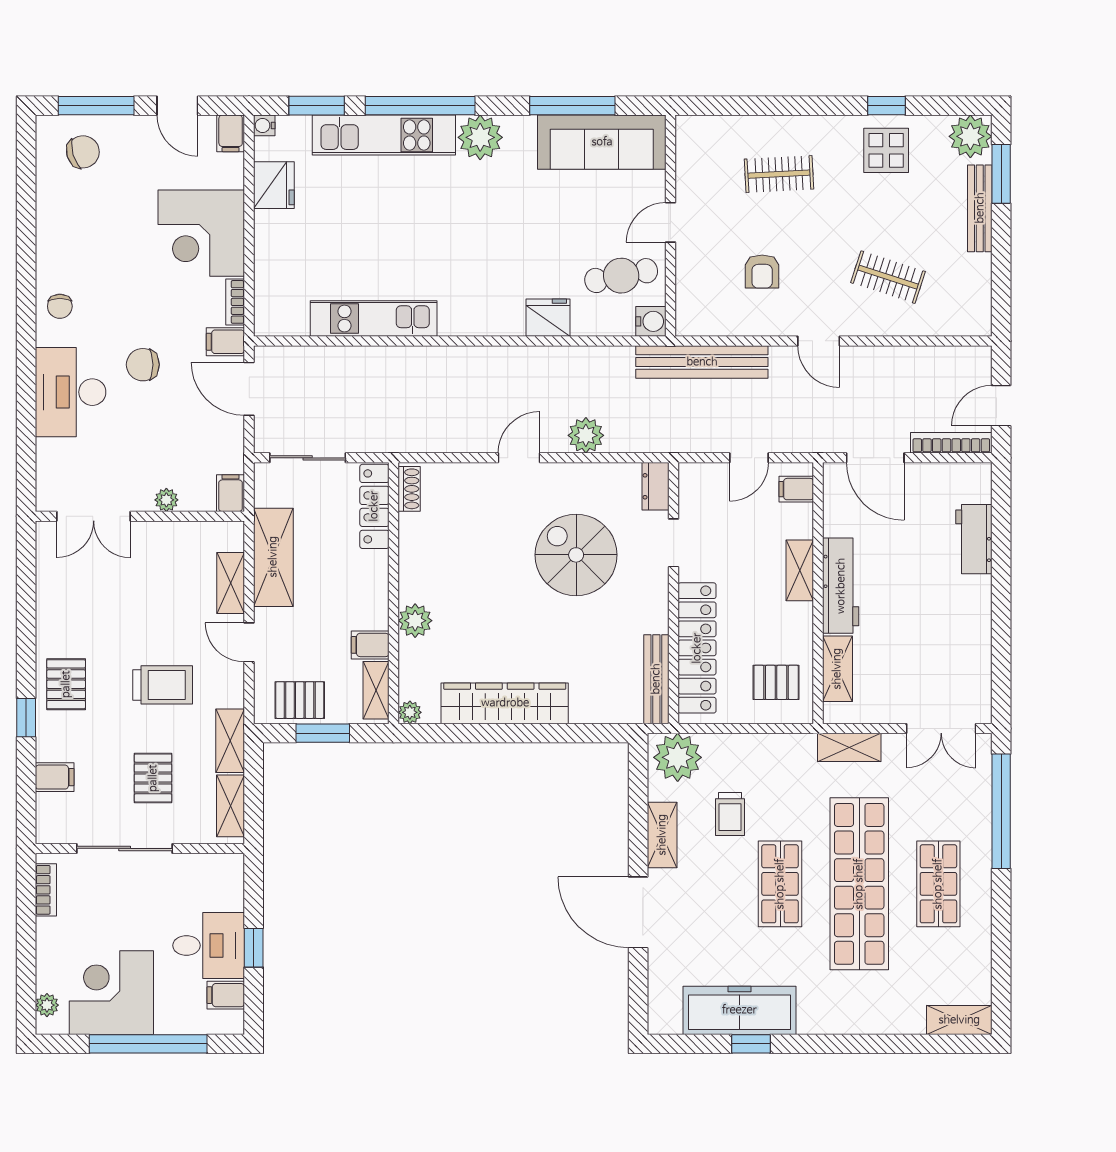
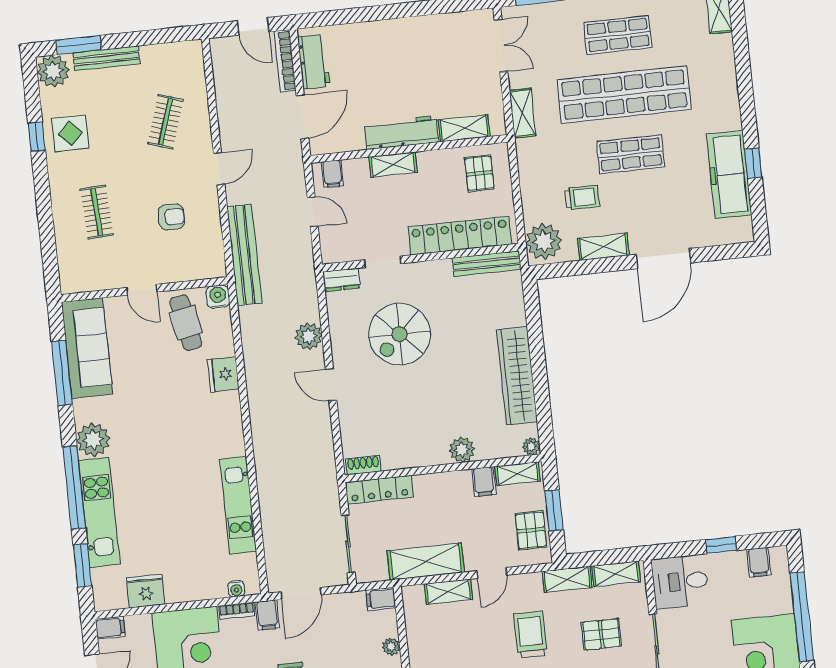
water cooler: (264, 125) -> (236, 589), moved
workbench: (974, 539) -> (314, 62), moved, turned -90
desk: (209, 945) -> (680, 582), moved, turned -90

